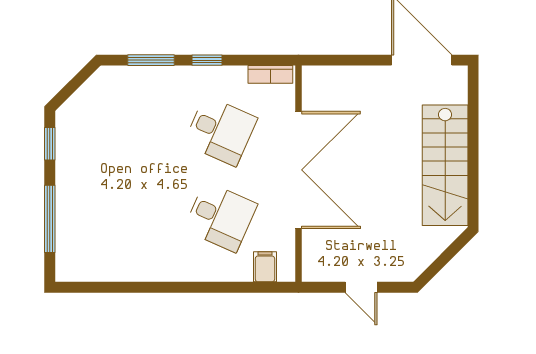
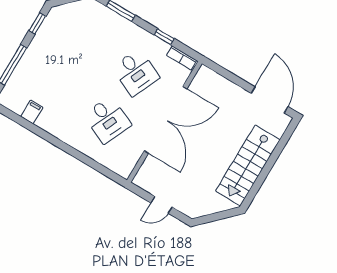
window: (207, 60) -> (164, 37), moved
filing cabinet: (265, 267) -> (32, 112), moved
door: (361, 287) -> (161, 205), hinge flipped

